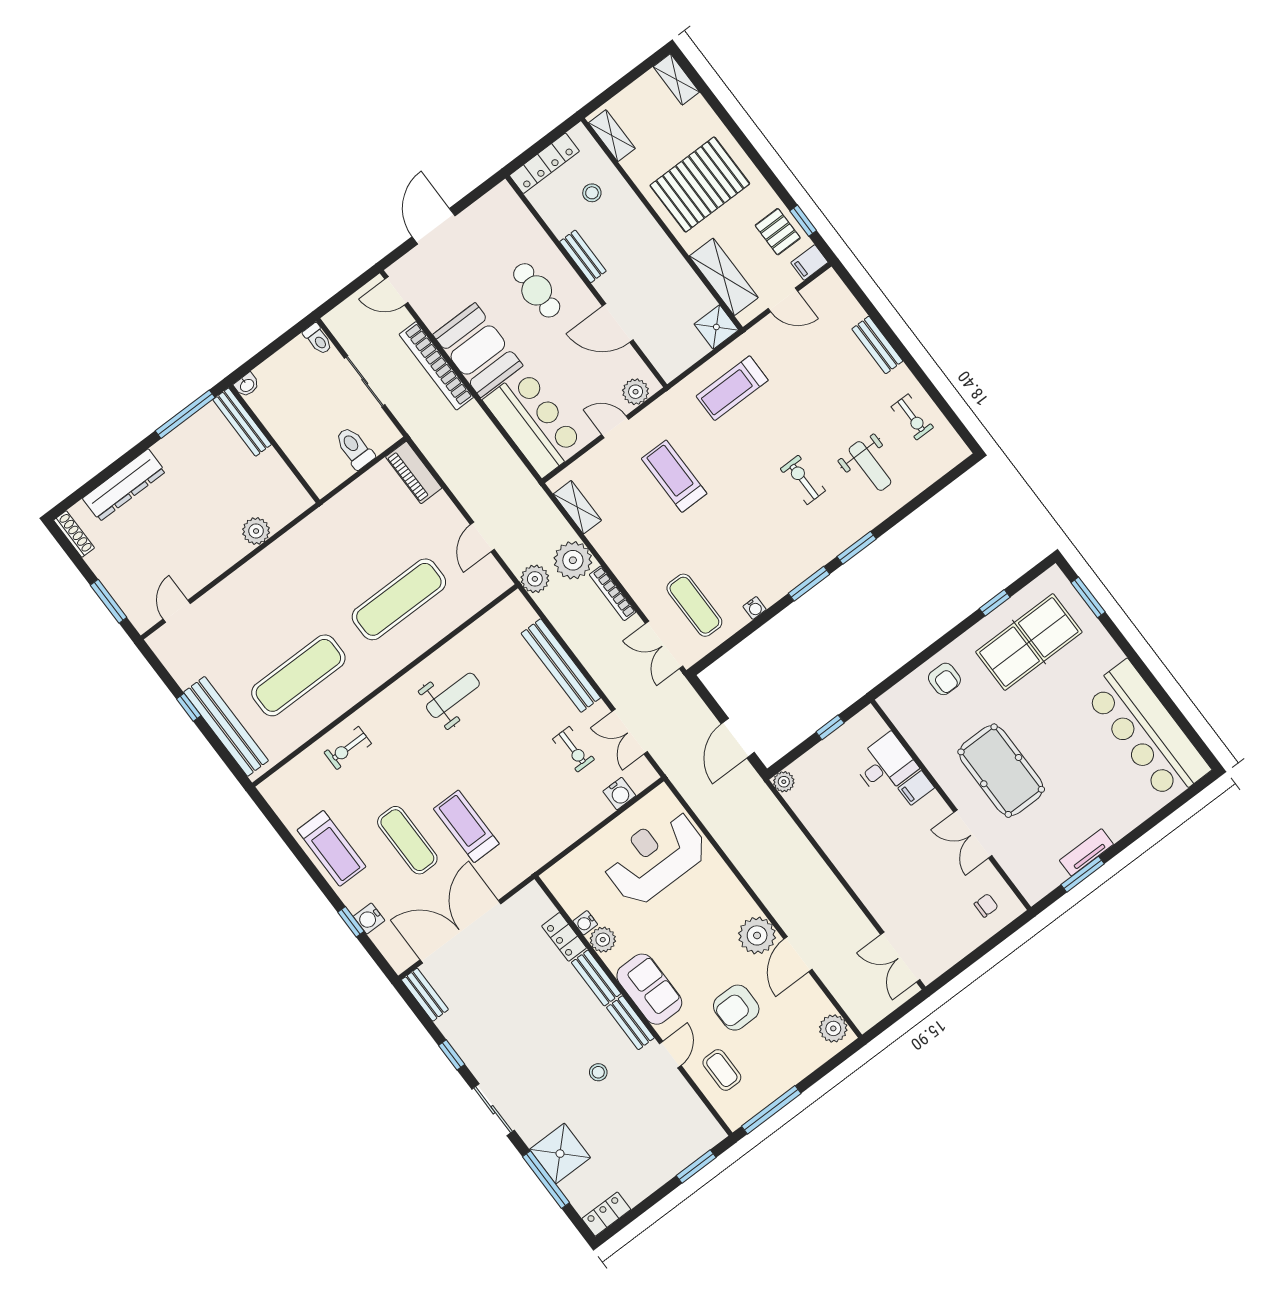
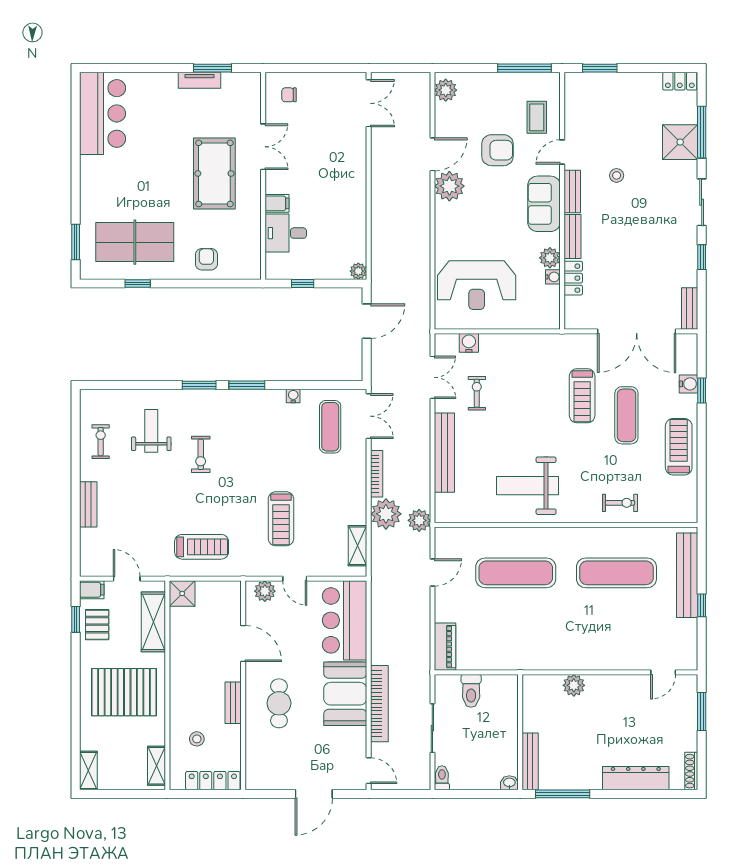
weight bench: (453, 695) -> (528, 486), width x1.36, depth x1.33
bar counter: (1147, 731) -> (103, 113), width x0.73

